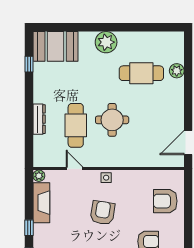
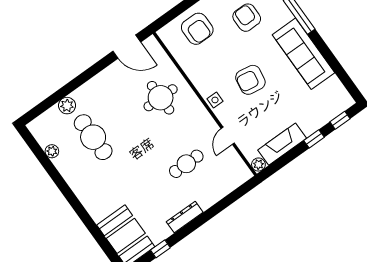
plant: (106, 42) -> (52, 151), moved, width x0.53, depth x0.53
dresser: (39, 119) -> (185, 217), moved
round table: (112, 120) -> (161, 98), moved
cafe table: (76, 125) -> (186, 164), width x0.73, depth x0.74

